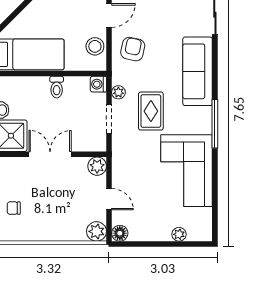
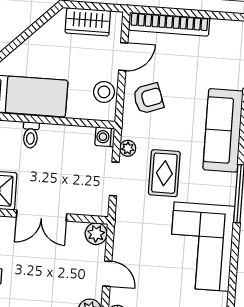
armchair: (133, 49) -> (148, 98), turned 58
toilet: (57, 87) -> (31, 135), moved
double door: (50, 154) -> (42, 215), swing flipped

